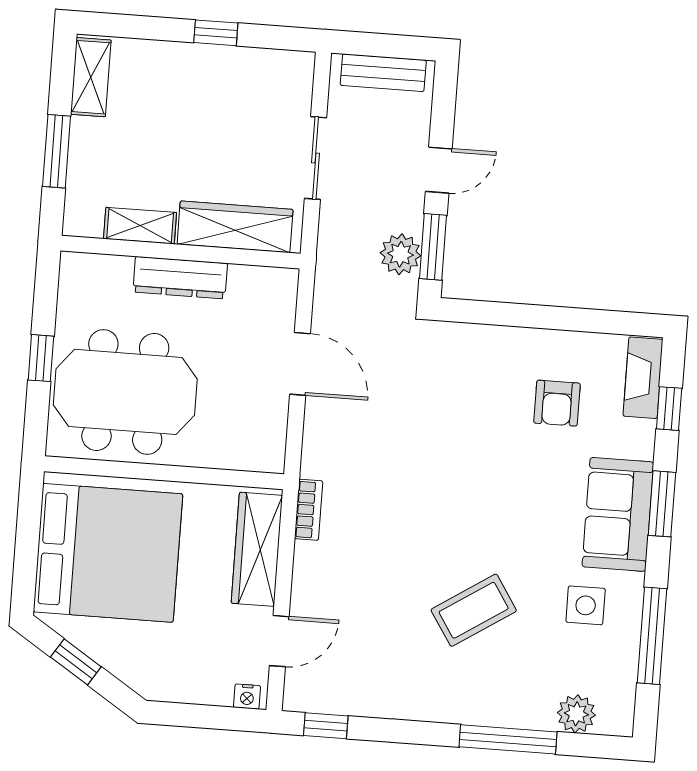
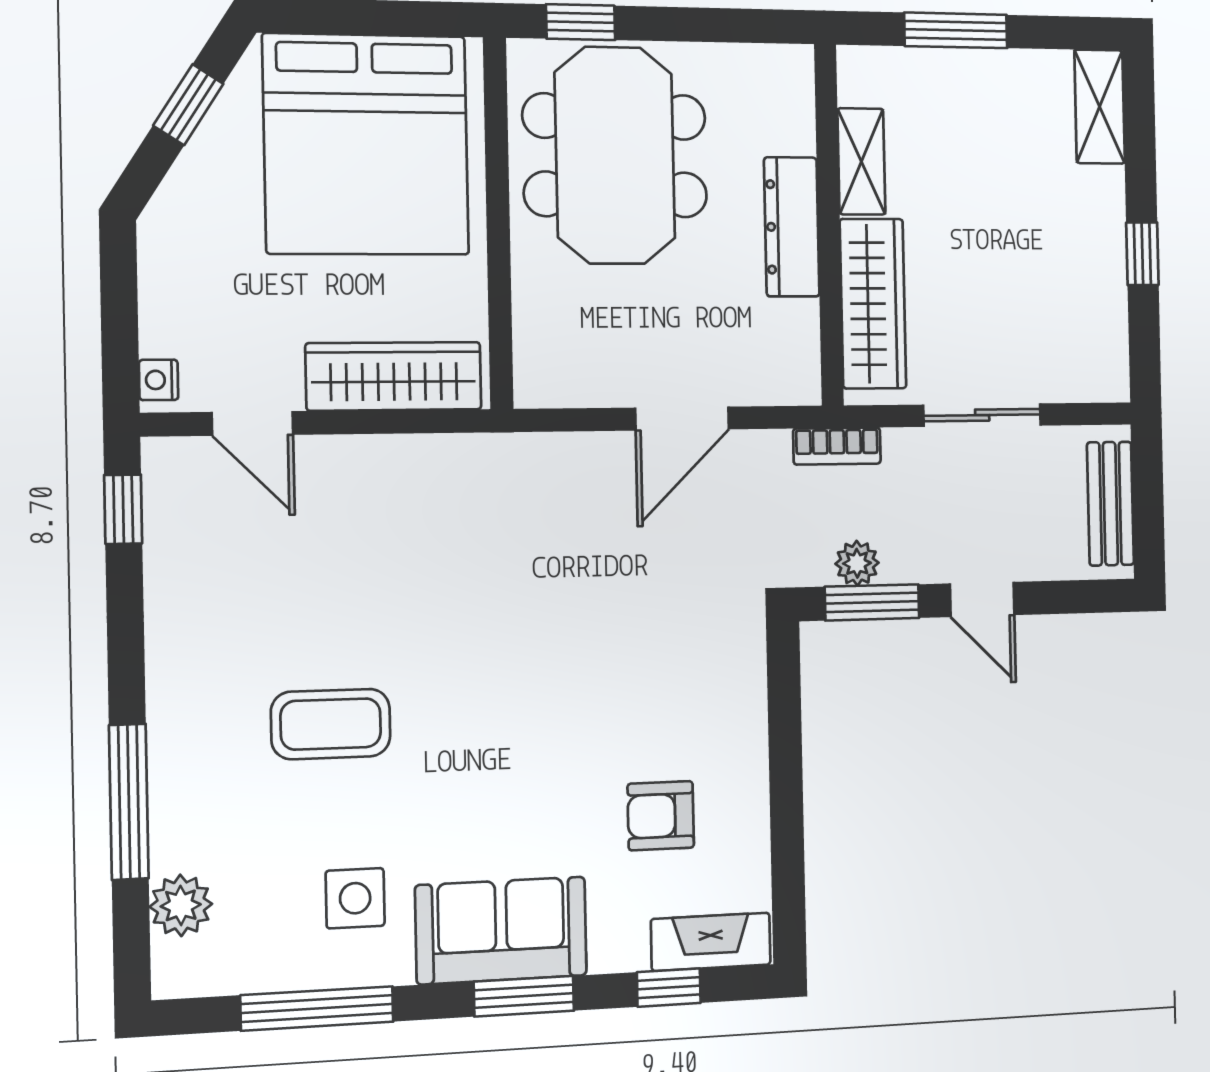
shelving: (91, 77) -> (1100, 107), moved, turned 90
plant: (400, 254) -> (857, 563), width x0.73, depth x0.73
window: (41, 358) -> (581, 22), moved
bookcase: (309, 510) -> (837, 446), moved
coffee table: (474, 610) -> (331, 724), turned -57

